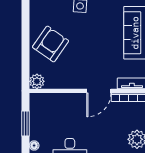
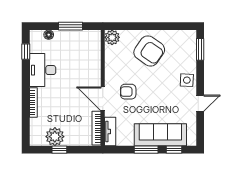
armchair: (92, 65) -> (128, 92), added

